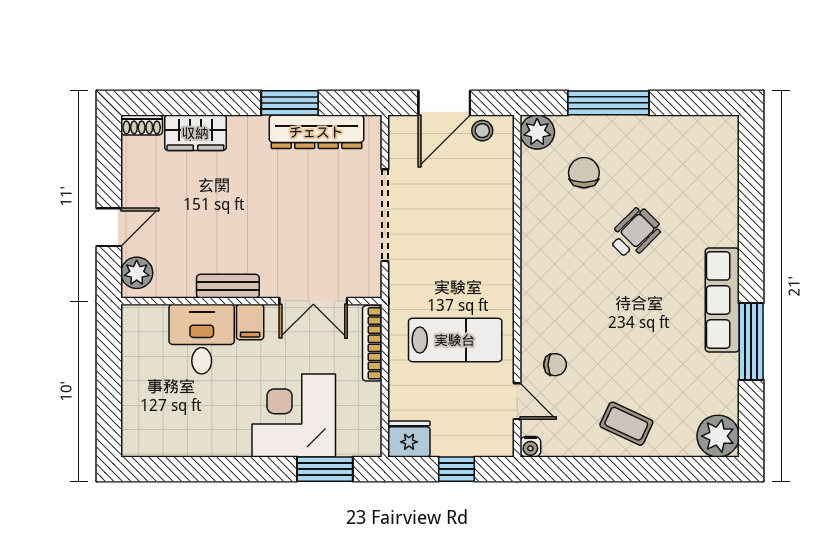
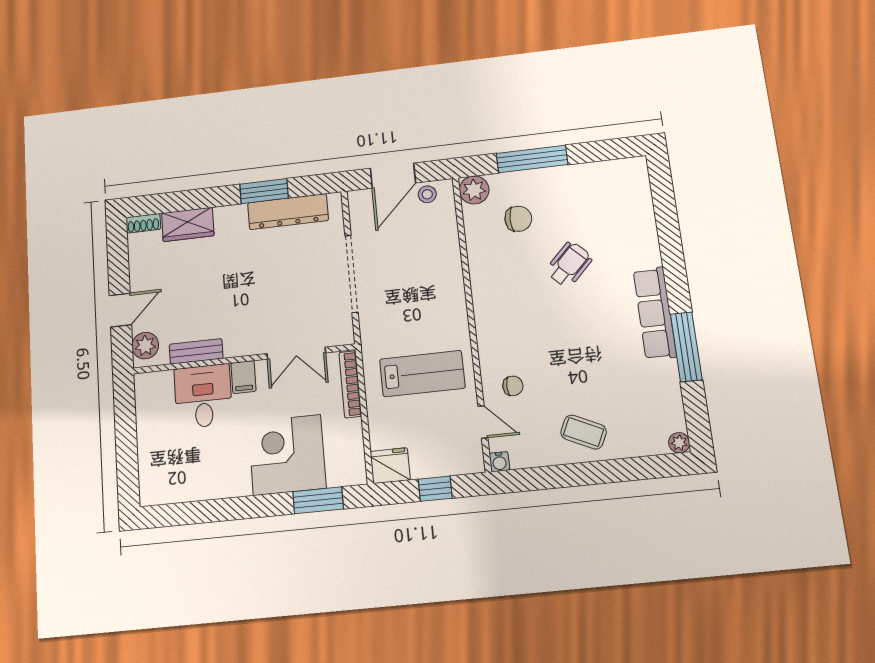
chair: (584, 173) -> (518, 219), turned 90
bench: (228, 286) -> (196, 351), moved
plant: (718, 436) -> (679, 443), width x0.53, depth x0.53

